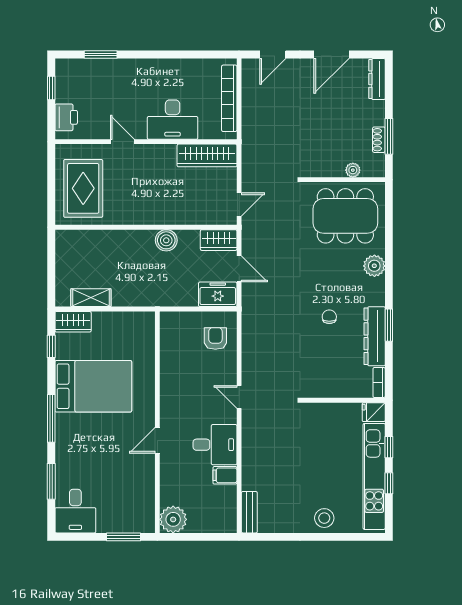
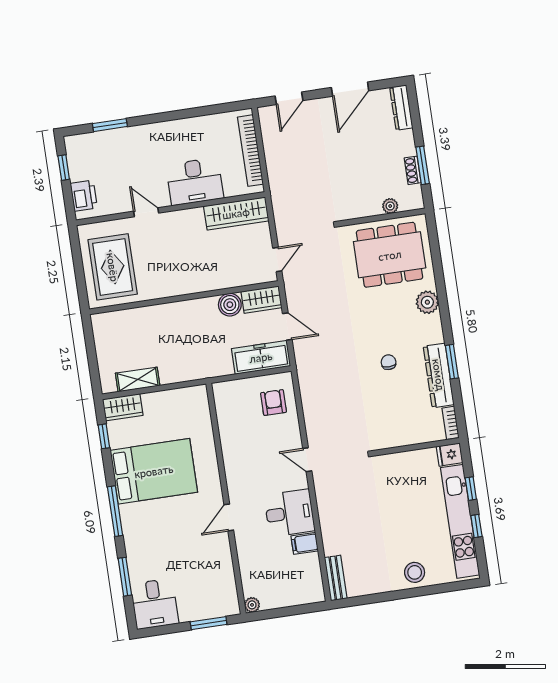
boiler: (166, 240) -> (230, 305), moved
freezer: (218, 294) -> (261, 357), width x1.40
plant: (173, 519) -> (252, 605), width x0.53, depth x0.53

